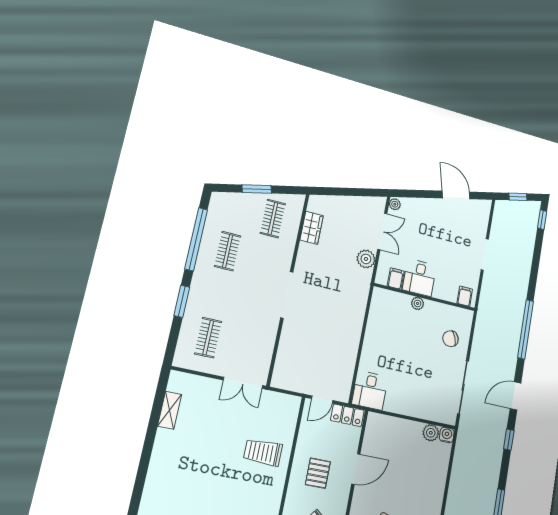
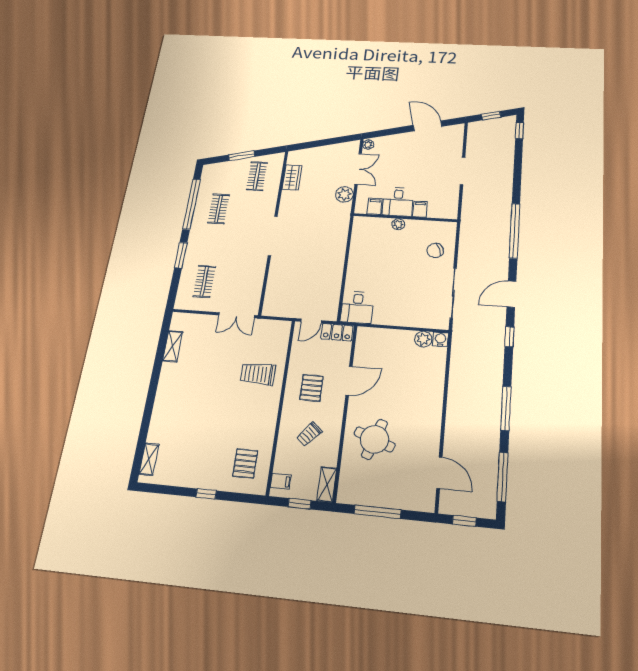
filing cabinet: (465, 296) -> (420, 209), moved

